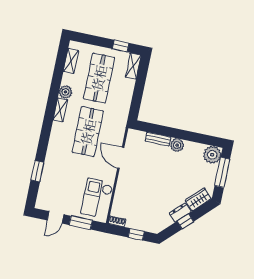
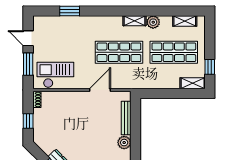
bench: (158, 139) -> (126, 118), width x1.36

